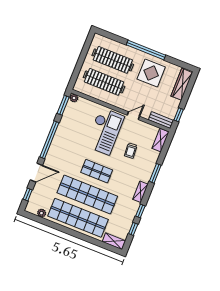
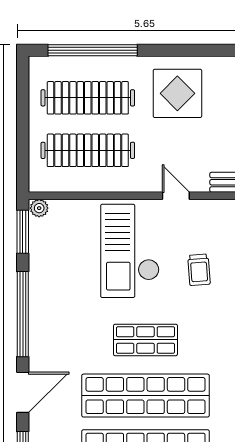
window: (146, 50) -> (93, 50), moved
door: (133, 116) -> (176, 196), hinge flipped
checkout: (105, 131) -> (130, 251), turned 180

